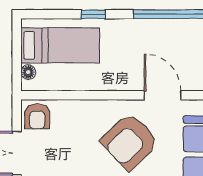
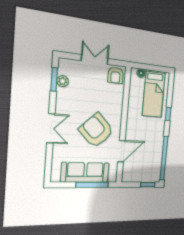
armchair: (37, 116) -> (116, 75), turned -90

